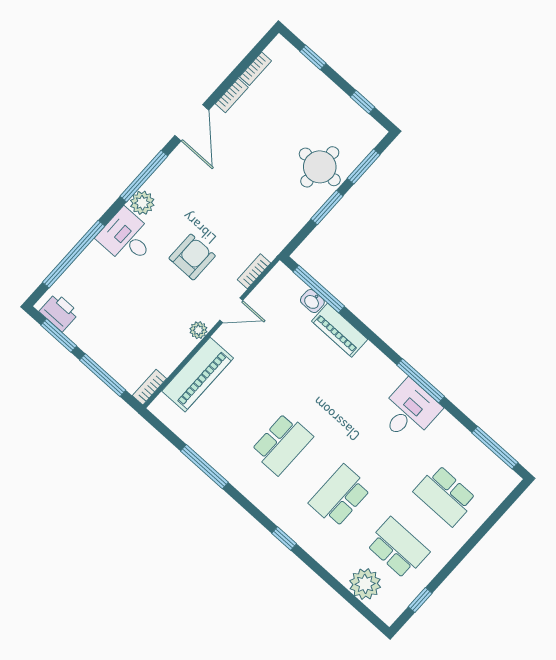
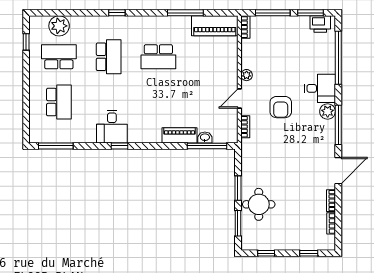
door: (192, 123) -> (338, 171), swing flipped
piano: (198, 375) -> (215, 26), moved, turned -90
window: (421, 381) -> (119, 146), width x0.46
school desk: (282, 444) -> (158, 57), turned -90
school desk: (445, 495) -> (59, 102), turned 90
school desk: (398, 548) -> (59, 57), turned 180

